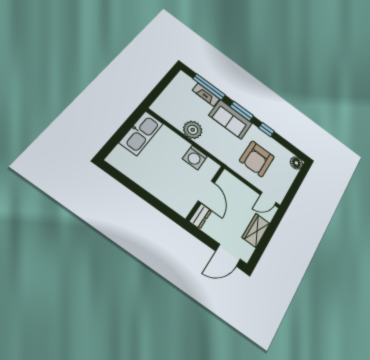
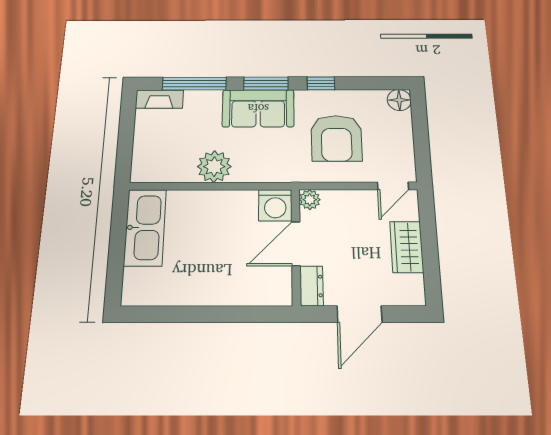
fireplace: (206, 95) -> (159, 99), moved
washing machine: (195, 157) -> (275, 205), moved
plant: (226, 177) -> (310, 200), added
door: (206, 192) -> (296, 244), swing flipped
door: (228, 255) -> (359, 314), moved

